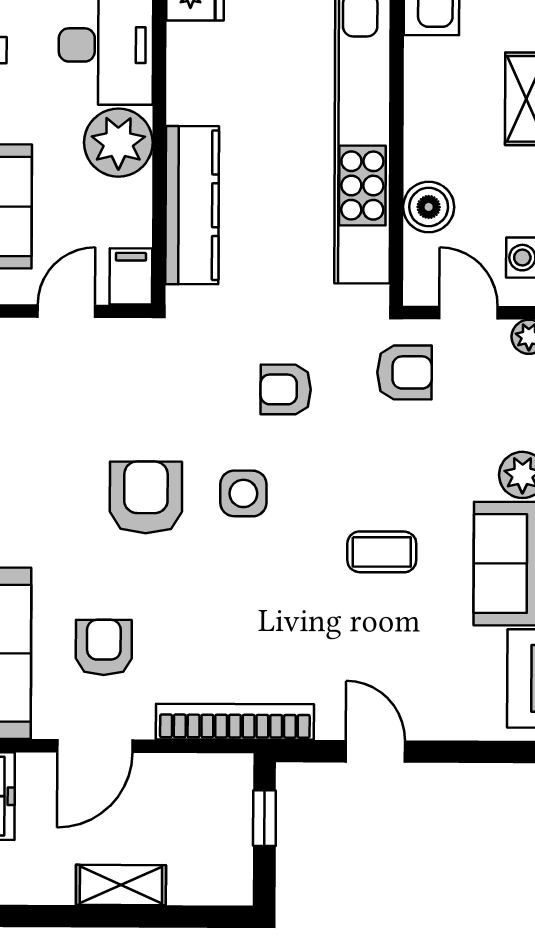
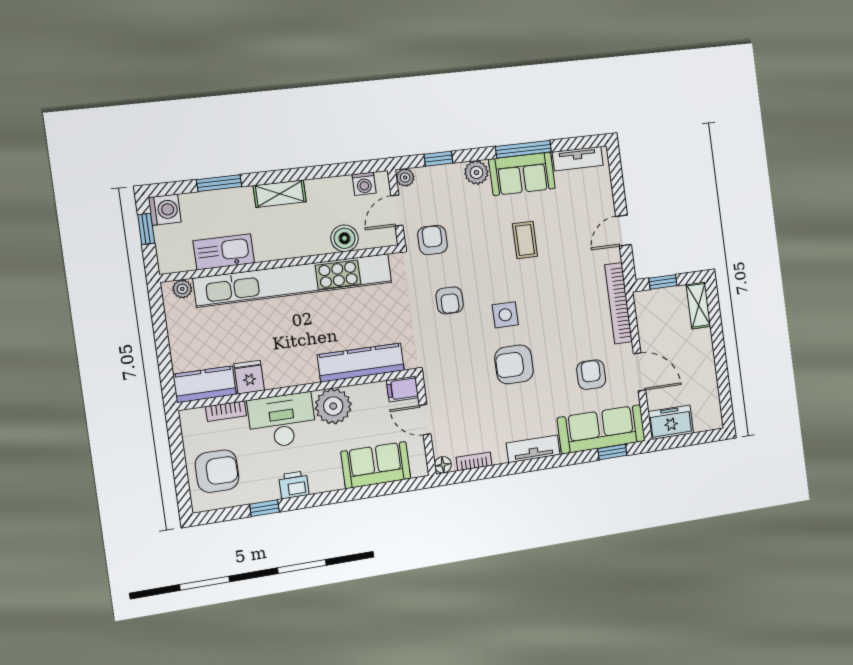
armchair: (104, 647) -> (591, 375), turned 90
shelving: (121, 885) -> (698, 305), moved

